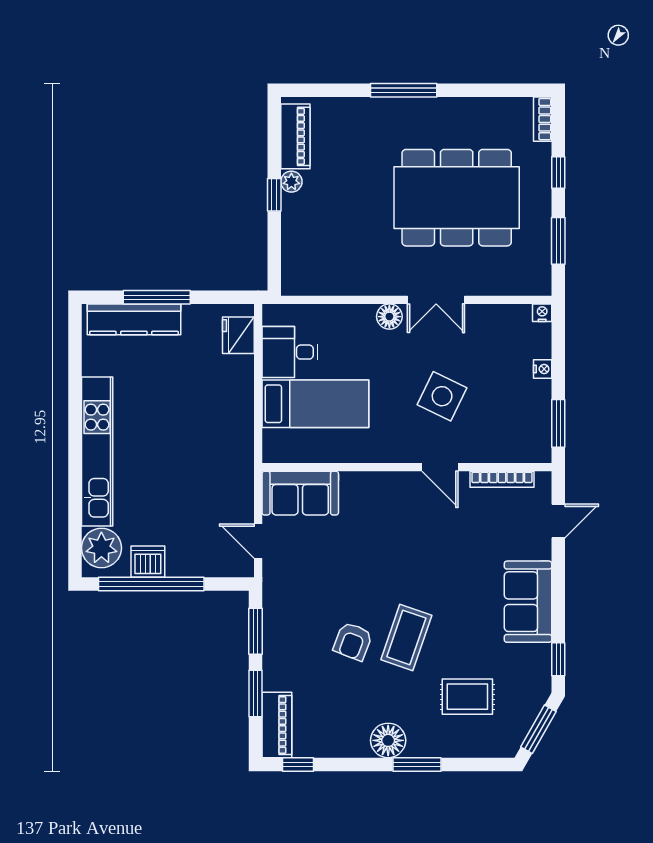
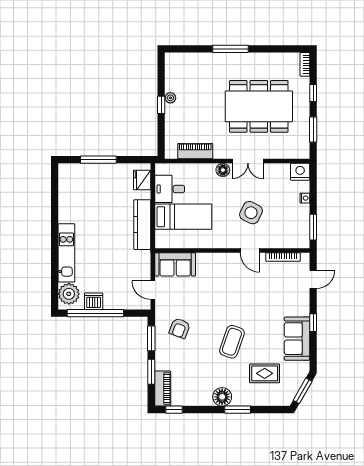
piano: (295, 136) -> (195, 151), moved, turned -90
nightstand: (542, 313) -> (300, 172), width x1.89, depth x1.79
kitchen counter: (134, 319) -> (142, 225), moved, turned 90
kitchen unit: (97, 451) -> (66, 253), width x0.73
sofa: (528, 602) -> (297, 339), moved
armchair: (353, 641) -> (180, 328), moved
window: (558, 659) -> (313, 323), moved

